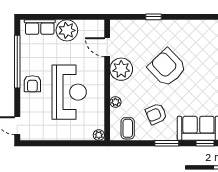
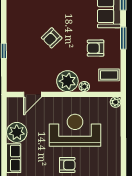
armchair: (167, 68) -> (52, 38), width x0.53, depth x0.53
plant: (121, 69) -> (67, 81), moved
armchair: (156, 114) -> (96, 48), turned 113

